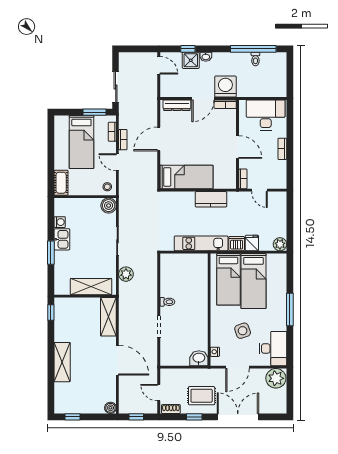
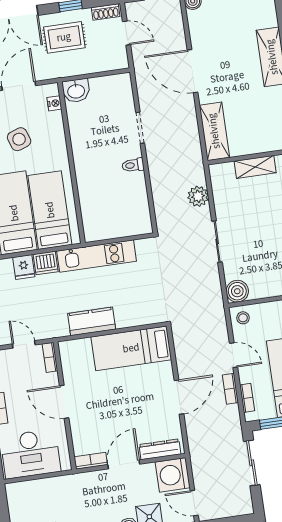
washing machine: (225, 87) -> (173, 475), moved, turned 90
shelving: (91, 287) -> (255, 167), width x0.67, depth x0.75

